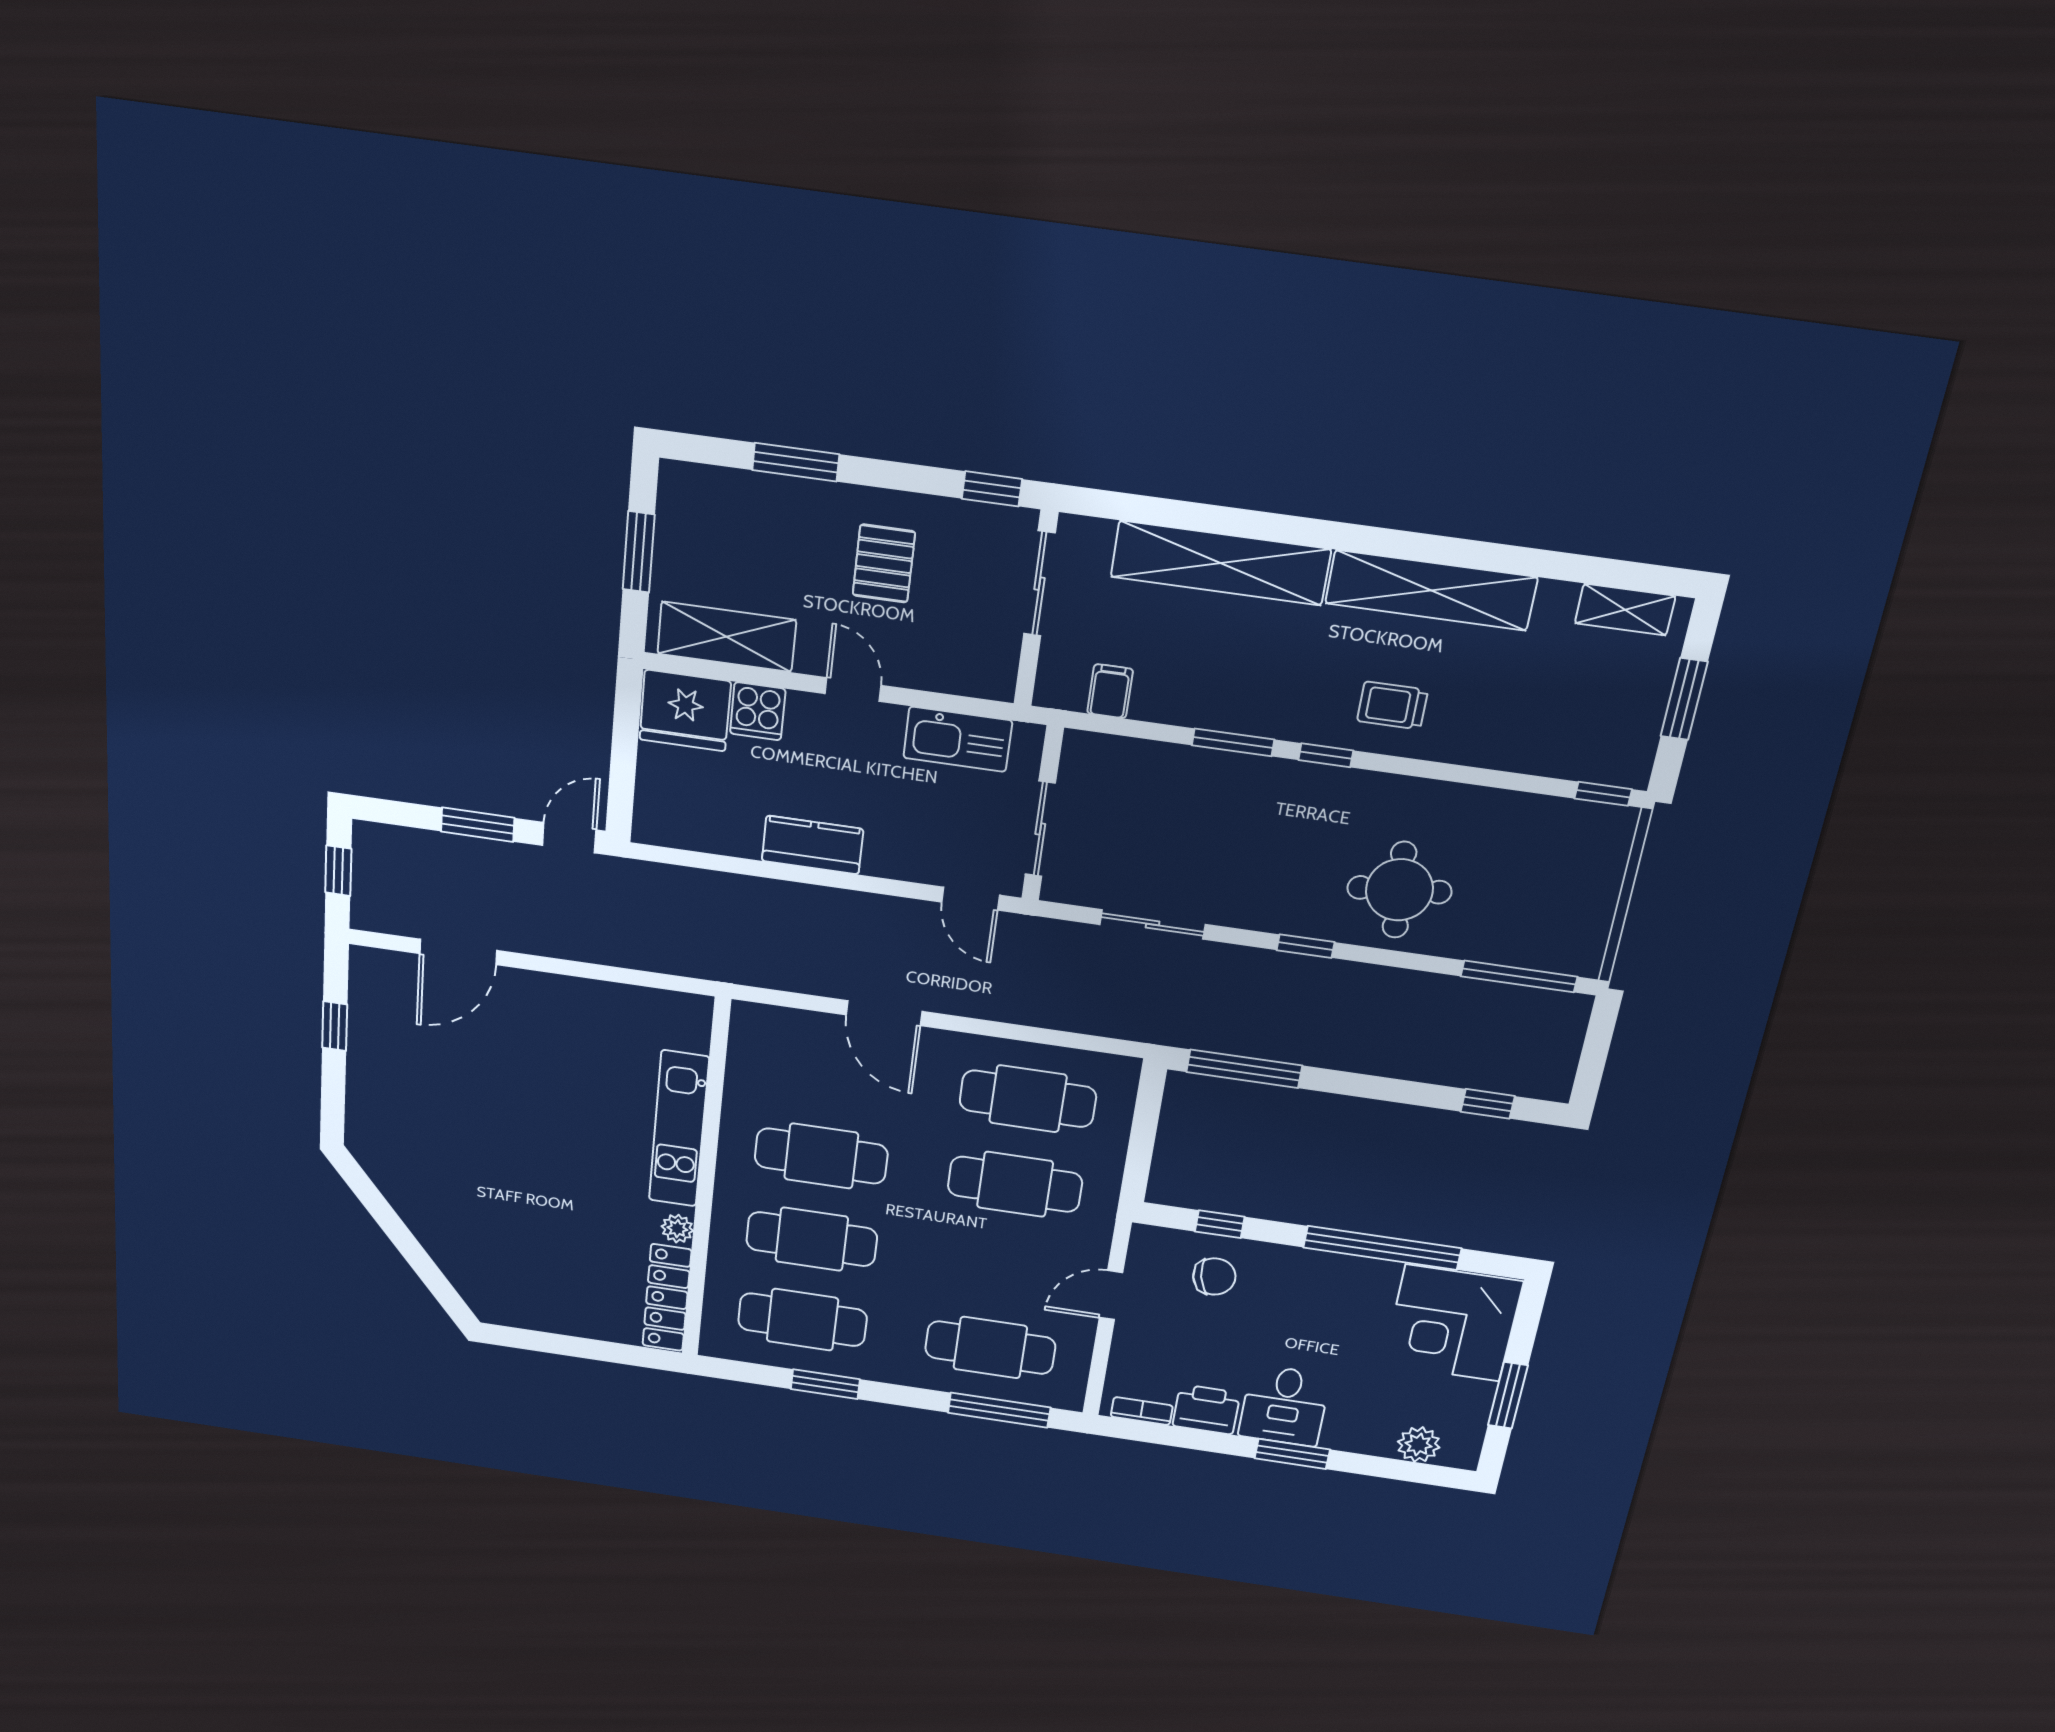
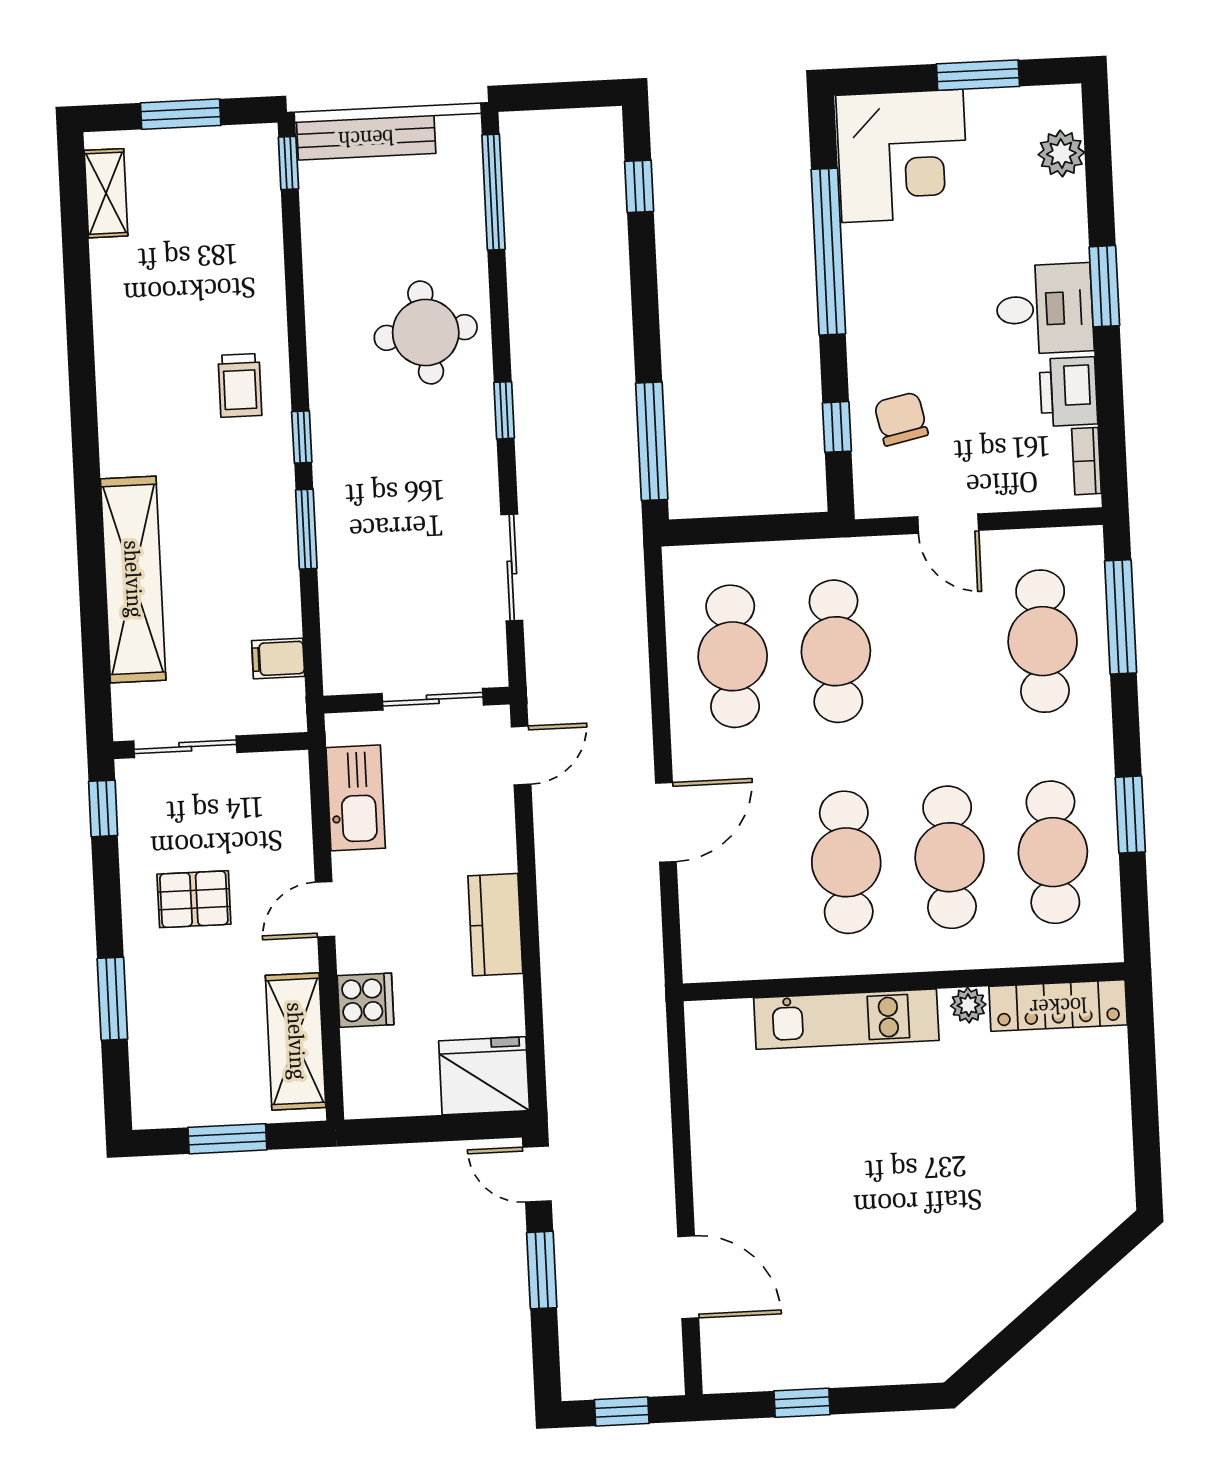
shelving: (1431, 590) -> (122, 377), removed
fridge: (685, 711) -> (484, 1076), moved, turned -90
bench: (1607, 871) -> (366, 138), added

